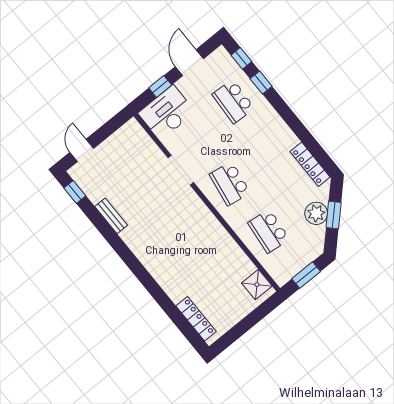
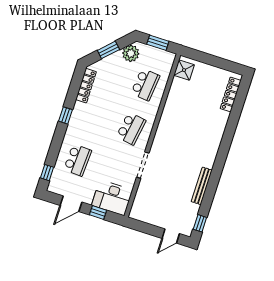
window: (261, 82) -> (65, 115), moved
plant: (316, 213) -> (131, 53), moved
bench: (111, 216) -> (202, 186), width x1.36

